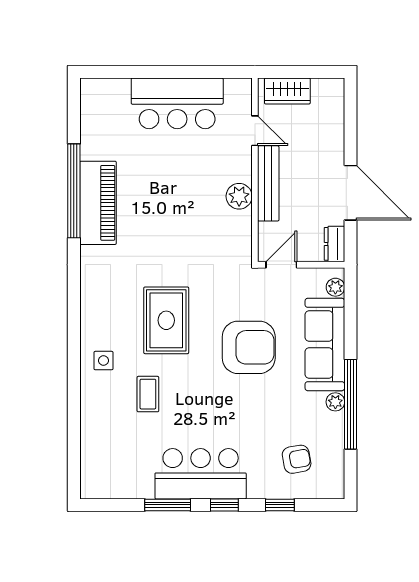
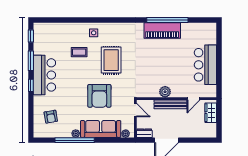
rug: (166, 320) -> (111, 60), turned 90
window: (280, 505) -> (31, 36), moved

